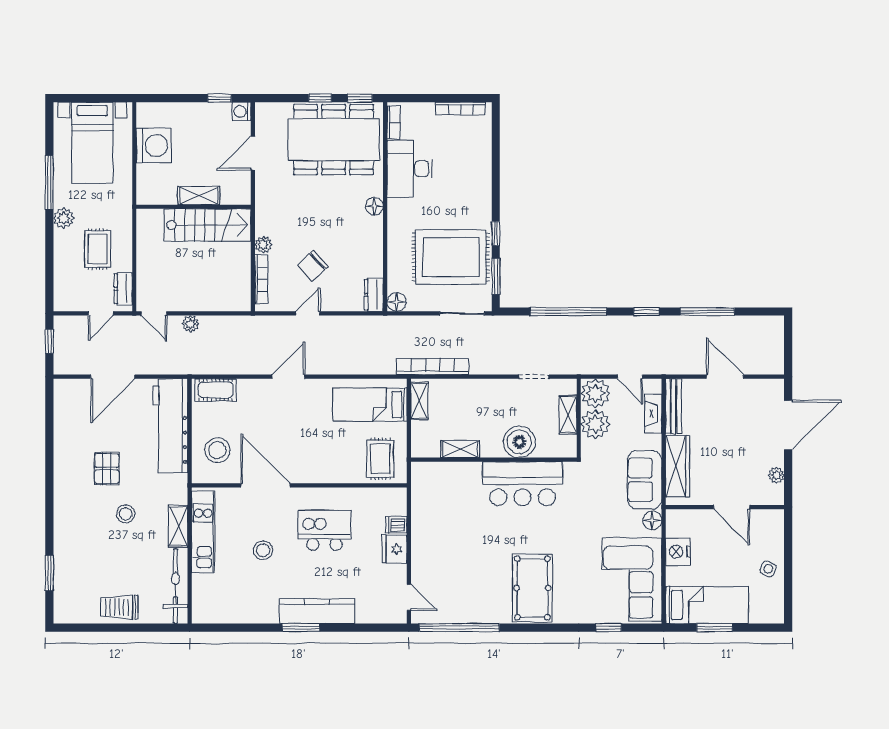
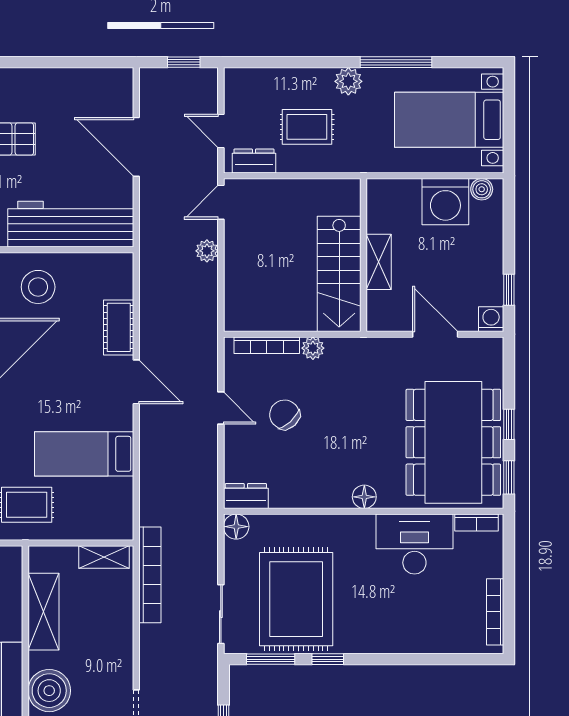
boiler: (144, 118) -> (482, 189), added
cot: (216, 390) -> (119, 327), moved
bed: (370, 405) -> (84, 454), moved, turned -90
shelving: (460, 449) -> (43, 612), width x1.50, depth x1.33

